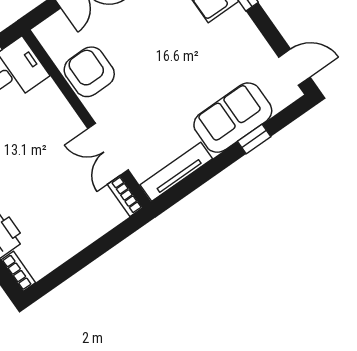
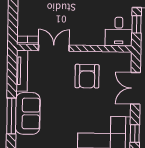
armchair: (89, 72) -> (87, 76), moved, turned 90
window: (254, 139) -> (11, 116), width x2.17

